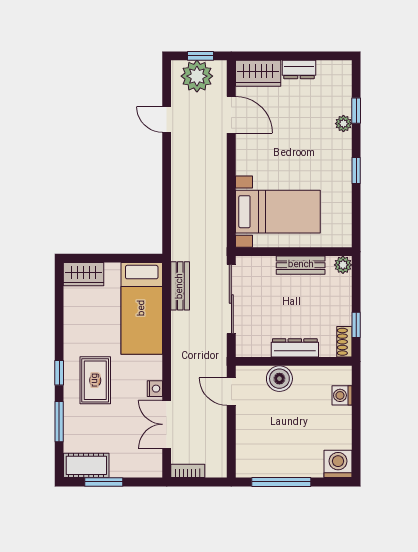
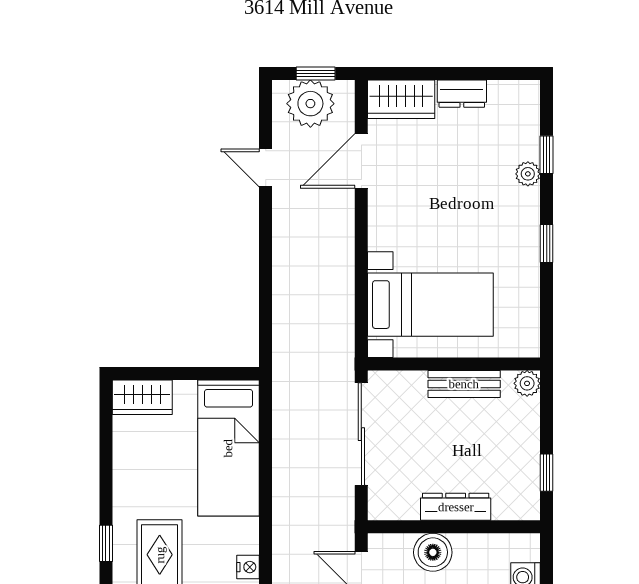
door: (231, 115) -> (361, 161), swing flipped
bench: (180, 286) -> (286, 415), removed
shoe rack: (344, 342) -> (529, 498), removed

